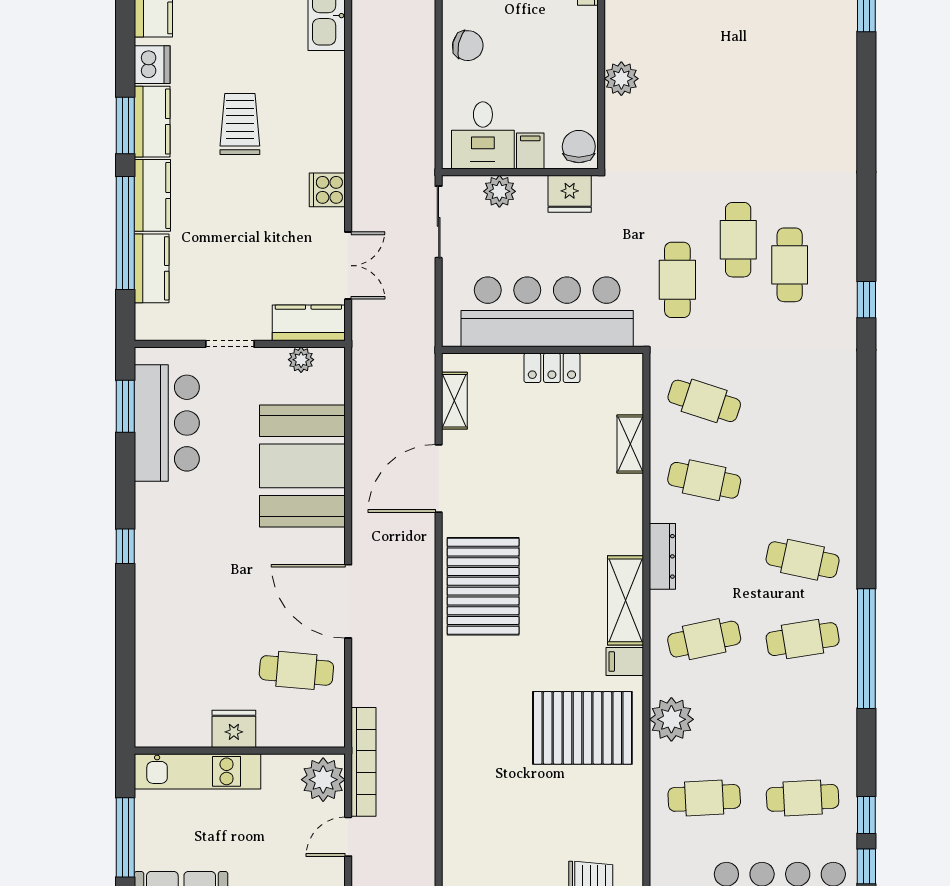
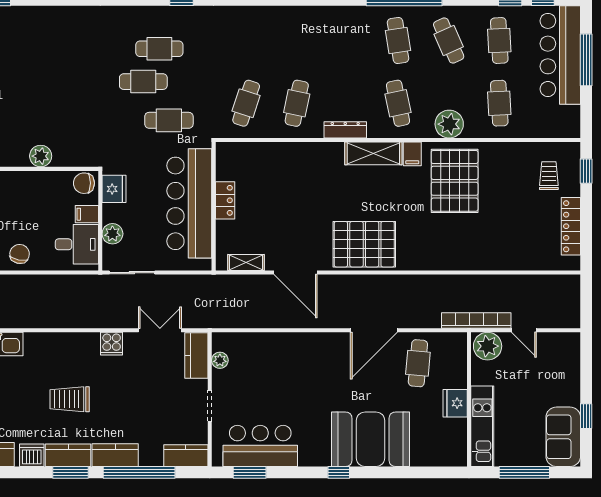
kitchen counter: (152, 268) -> (186, 456), moved
shelving: (630, 444) -> (274, 150), removed
booth: (302, 466) -> (371, 439), moved
cafe table: (803, 560) -> (449, 41), moved, turned -36

